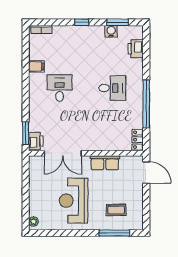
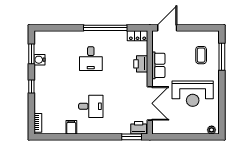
printer: (136, 49) -> (141, 64), moved, turned 90
desk: (60, 88) -> (91, 106), turned 180
desk: (112, 88) -> (91, 59), turned 180

